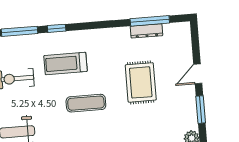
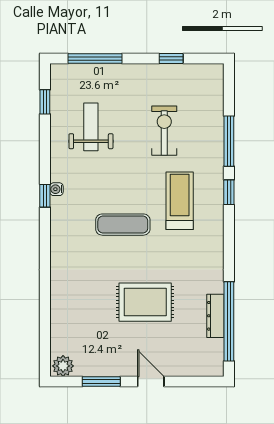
window: (150, 21) -> (229, 321), width x1.46
exercise mat: (86, 103) -> (123, 225), turned 90

